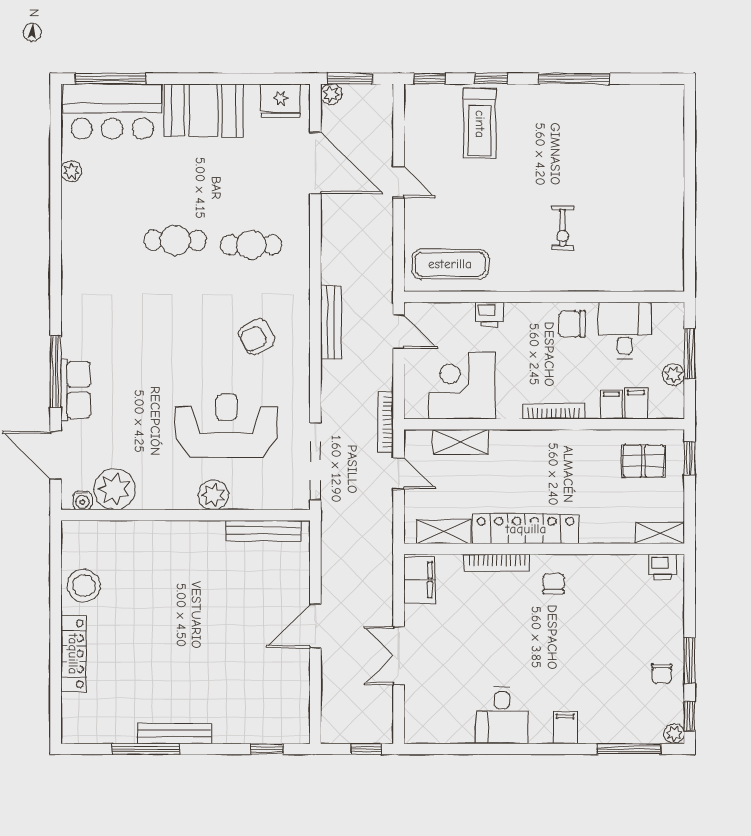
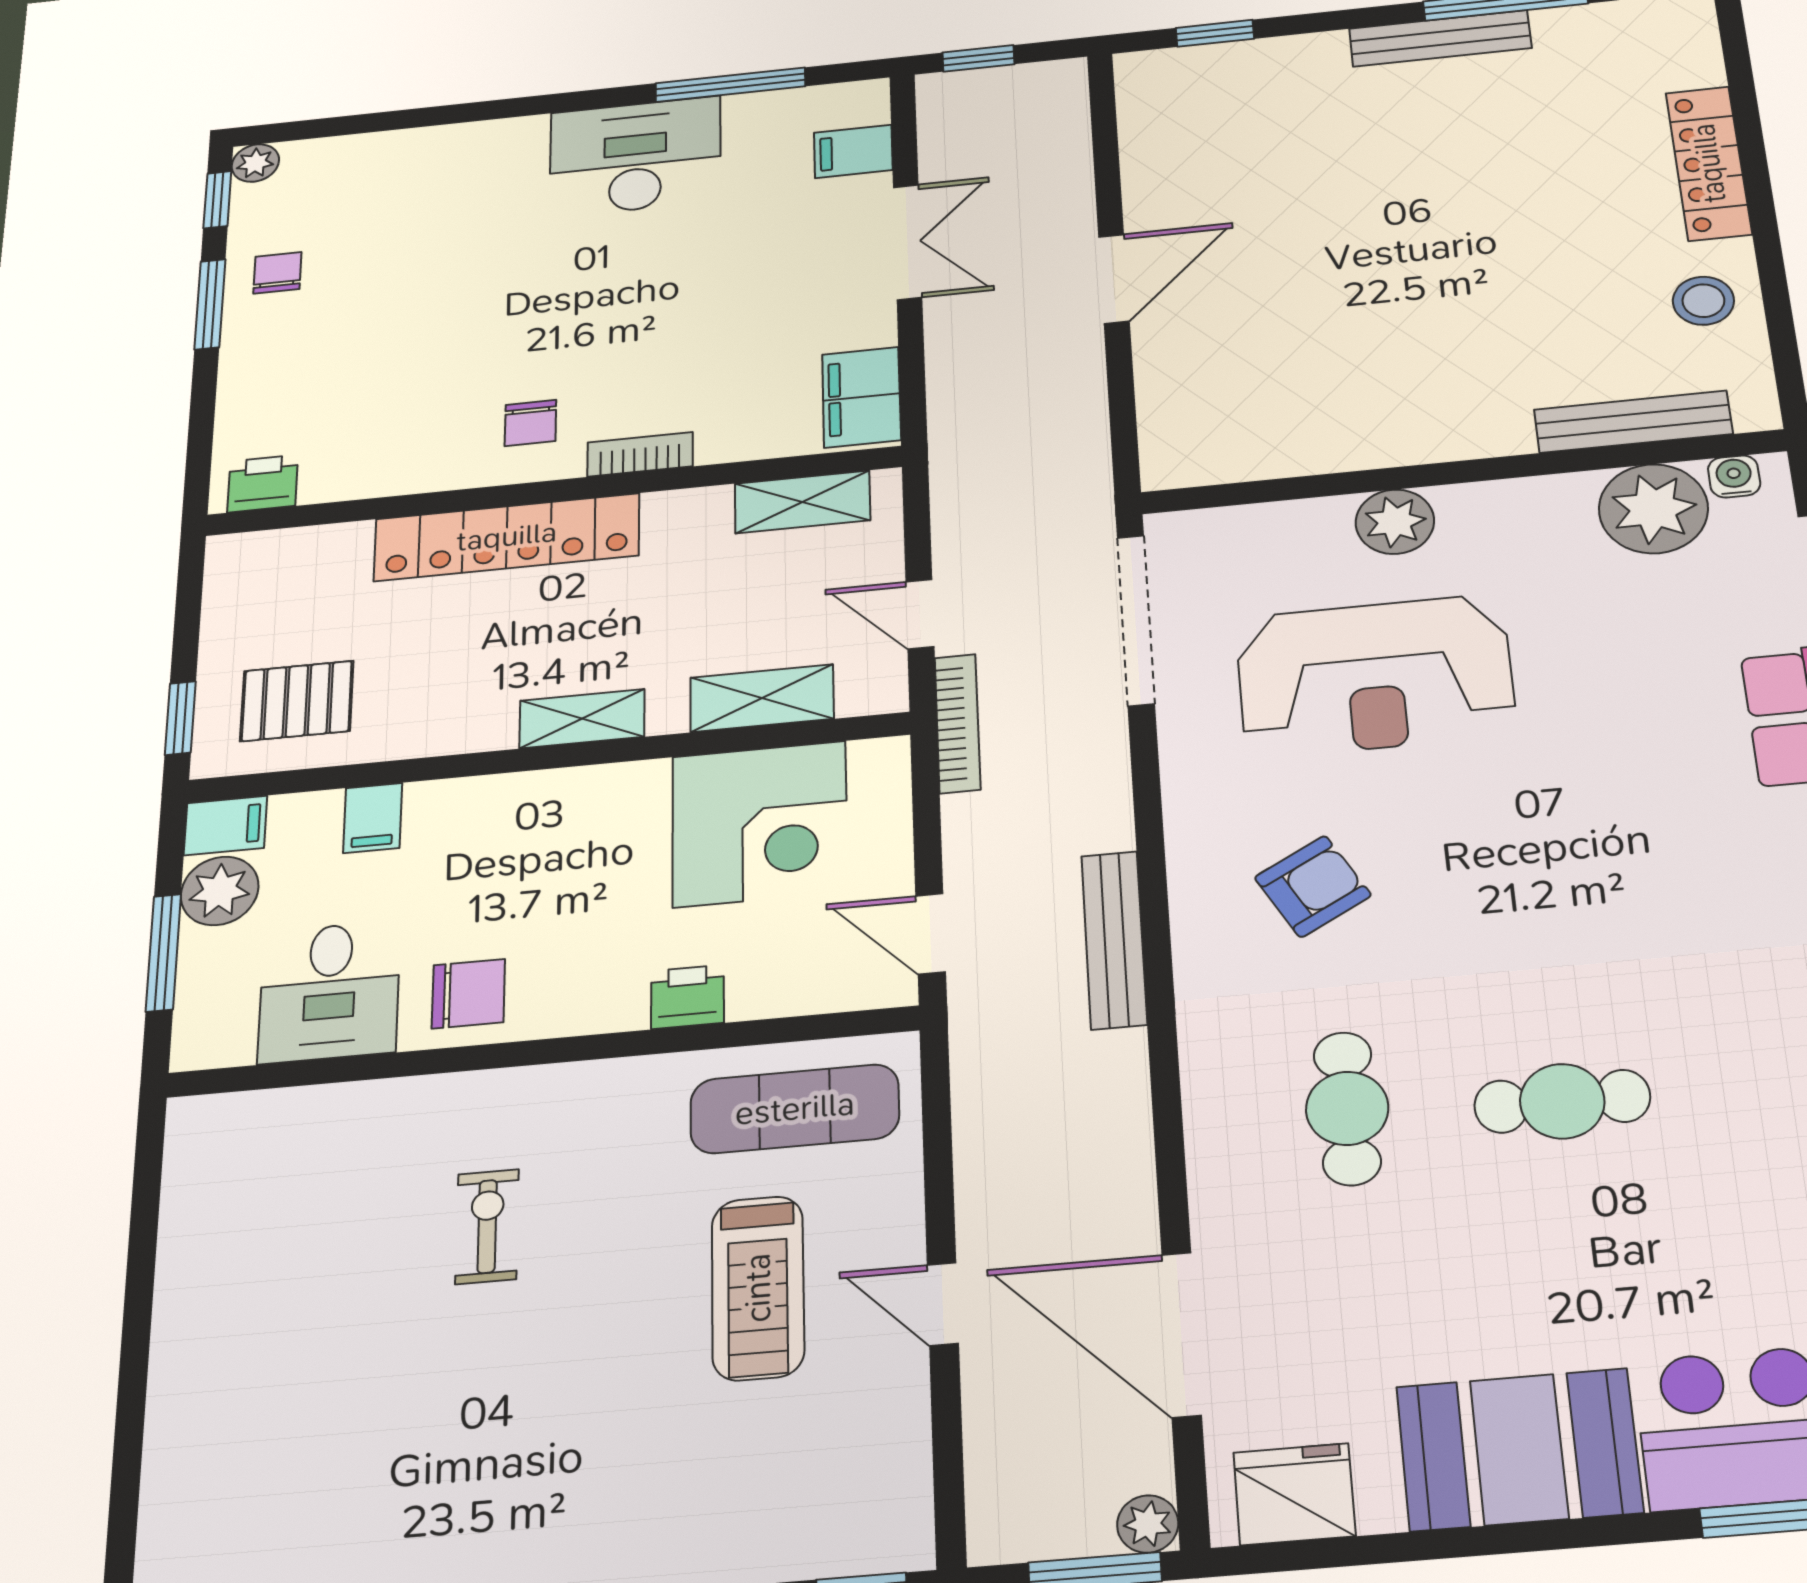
treadmill: (480, 124) -> (758, 1288), moved, turned 180
cafe table: (251, 245) -> (1347, 1108), turned 90
plant: (673, 374) -> (220, 891), width x1.38, depth x1.38
filing cabinet: (636, 403) -> (225, 826), moved, turned -90
bookcase: (554, 411) -> (521, 789), removed
locker: (526, 529) -> (507, 537), moved
bench: (263, 531) -> (1633, 422), moved
shelving: (660, 533) -> (582, 719), moved
bookcase: (497, 563) -> (640, 454), width x0.64
stool: (84, 586) -> (1703, 301), width x0.73, depth x0.73
desk: (502, 716) -> (635, 157), width x1.37
filing cabinet: (565, 728) -> (853, 151), moved, turned 90
window: (629, 749) -> (730, 85), moved

